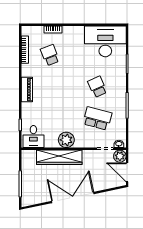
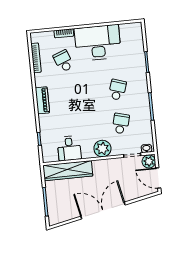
desk: (105, 41) -> (98, 43), moved
school desk: (97, 87) -> (117, 90), turned 42
school desk: (97, 118) -> (121, 124), width x0.54
desk: (33, 137) -> (69, 148), moved
plant: (66, 140) -> (102, 149), moved
wardrobe: (59, 157) -> (68, 171), moved

